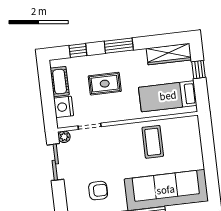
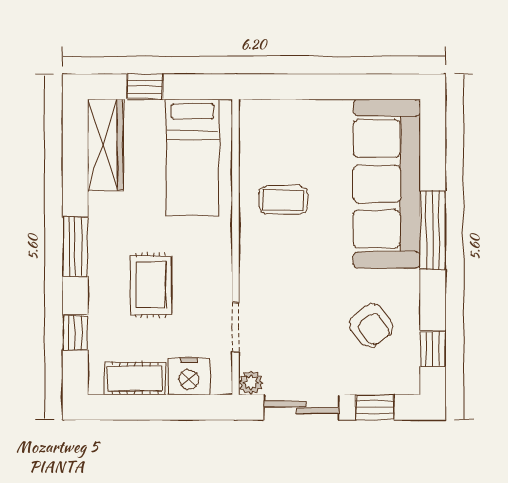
coffee table: (153, 142) -> (283, 200), width x0.73, depth x0.77
armchair: (98, 191) -> (371, 325), turned 143
window: (59, 197) -> (375, 407), added

